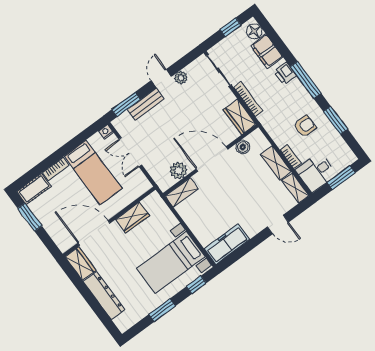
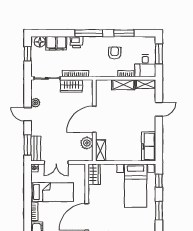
bench: (146, 104) -> (36, 149), moved
wardrobe: (240, 117) -> (71, 86), moved
boiler: (243, 147) -> (100, 97), removed
wardrobe: (132, 217) -> (94, 174), moved

